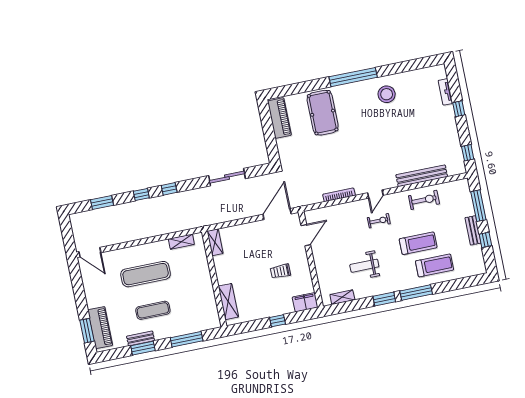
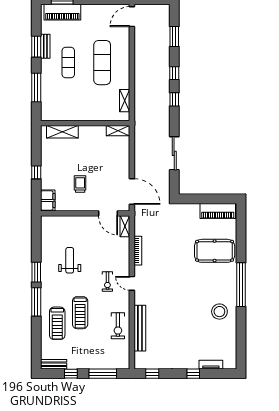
bench: (473, 230) -> (54, 364), moved
shelving: (342, 297) -> (125, 226), moved

